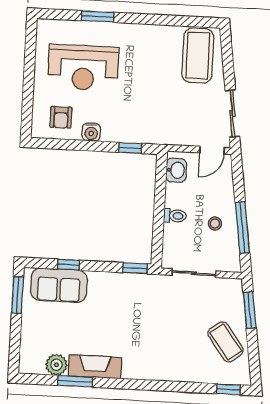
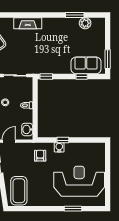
reception desk: (83, 68) -> (79, 181), width x1.36, depth x1.30
armchair: (61, 117) -> (40, 156), moved
water cooler: (91, 132) -> (59, 147), moved
window: (130, 148) -> (63, 140), moved
fireplace: (95, 367) -> (28, 23), moved

